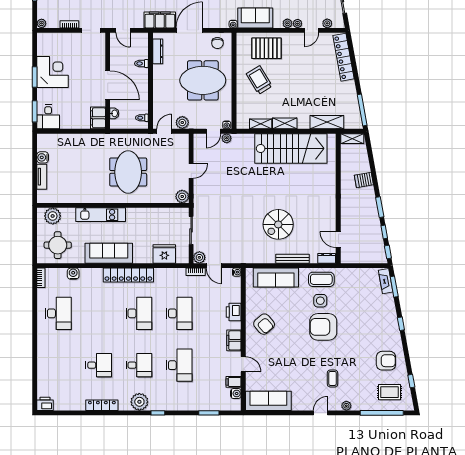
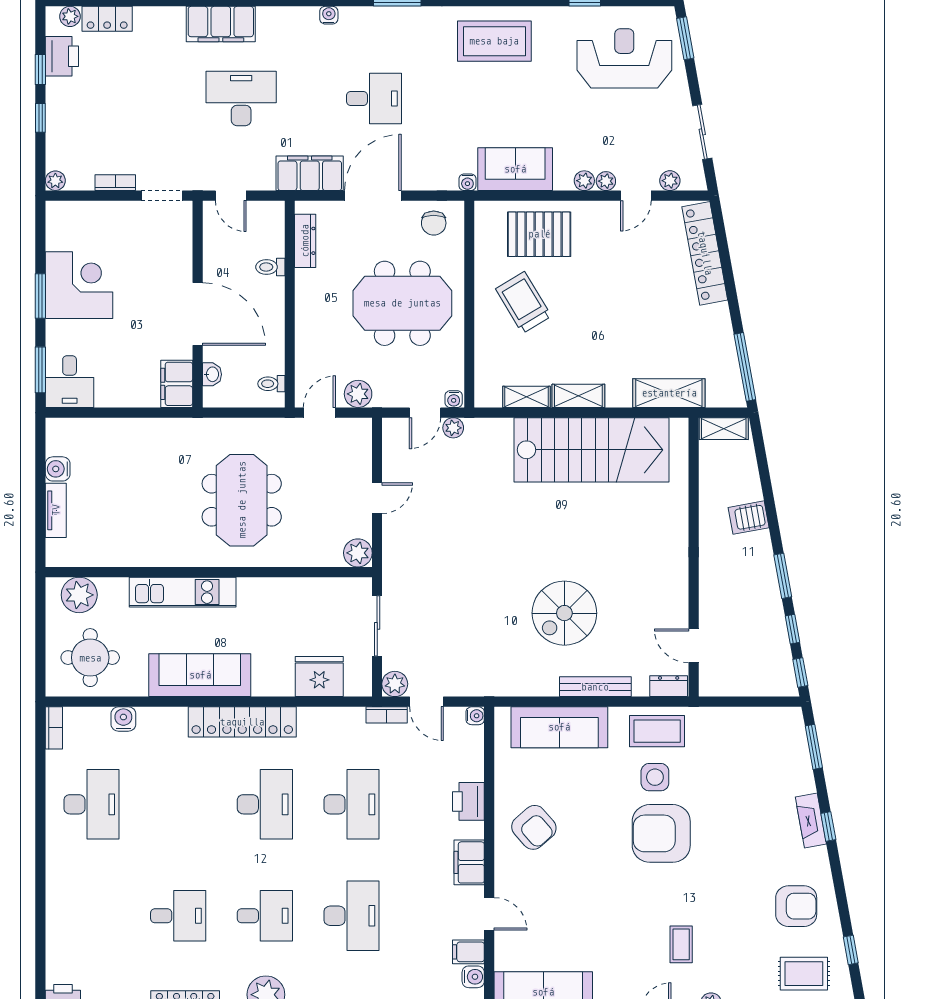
fireplace: (386, 281) -> (811, 821), moved

